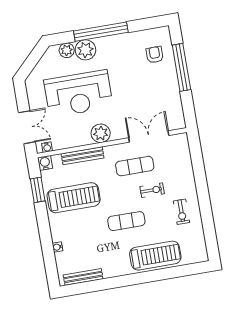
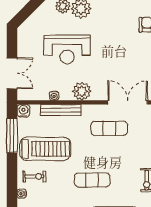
reception desk: (78, 94) -> (67, 50), width x0.74, depth x0.77
water cooler: (47, 147) -> (54, 96), moved
window: (38, 190) -> (12, 135), width x1.44
exercise bike: (152, 190) -> (34, 176), moved

